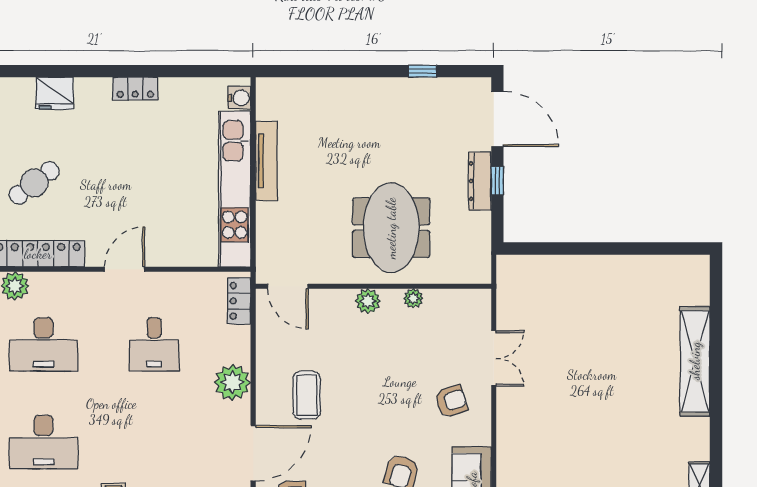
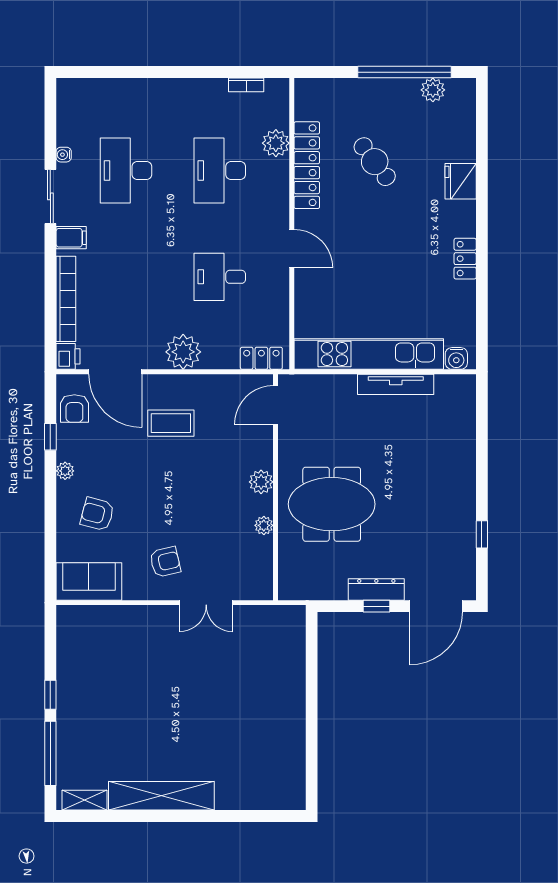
shelving: (695, 361) -> (161, 796), moved
armchair: (451, 401) -> (165, 562), turned -85

